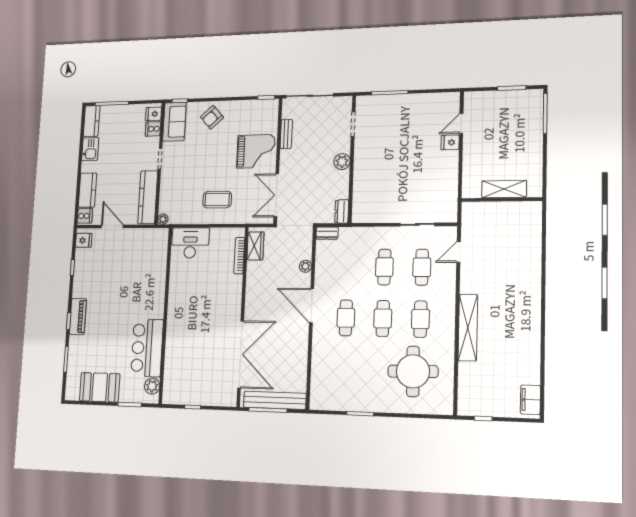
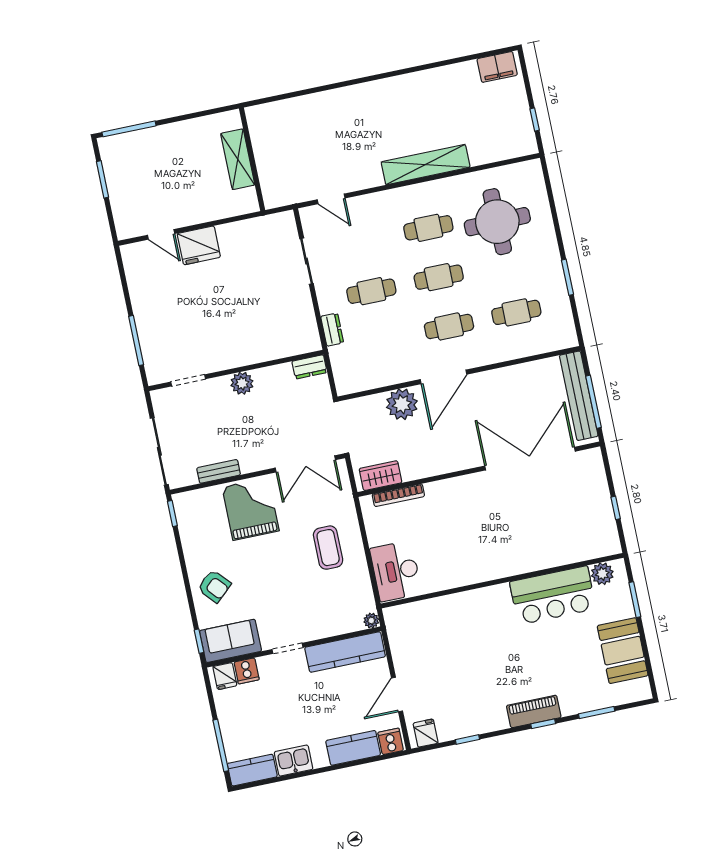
fridge: (450, 142) -> (199, 245), width x1.88, depth x1.34
dresser: (327, 233) -> (332, 330), moved
plant: (305, 266) -> (402, 404), width x1.88, depth x1.88
cafe table: (422, 267) -> (516, 312), moved

